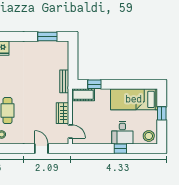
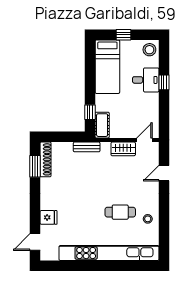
shoe rack: (53, 46) -> (46, 159), added

